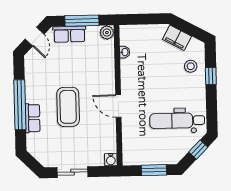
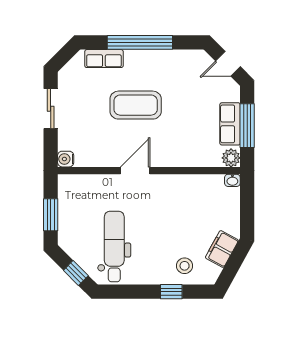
row of seats: (69, 34) -> (230, 124), moved
washbasin: (125, 52) -> (232, 180), moved
row of seats: (33, 118) -> (104, 59), moved

